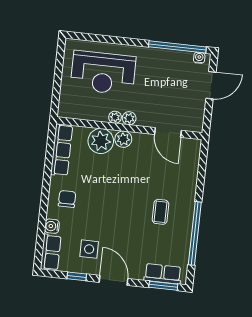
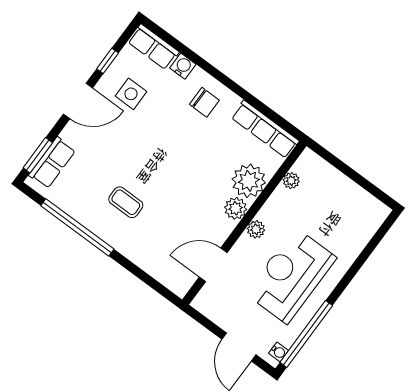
reception desk: (103, 73) -> (291, 276), moved
plant: (115, 117) -> (291, 181), moved

